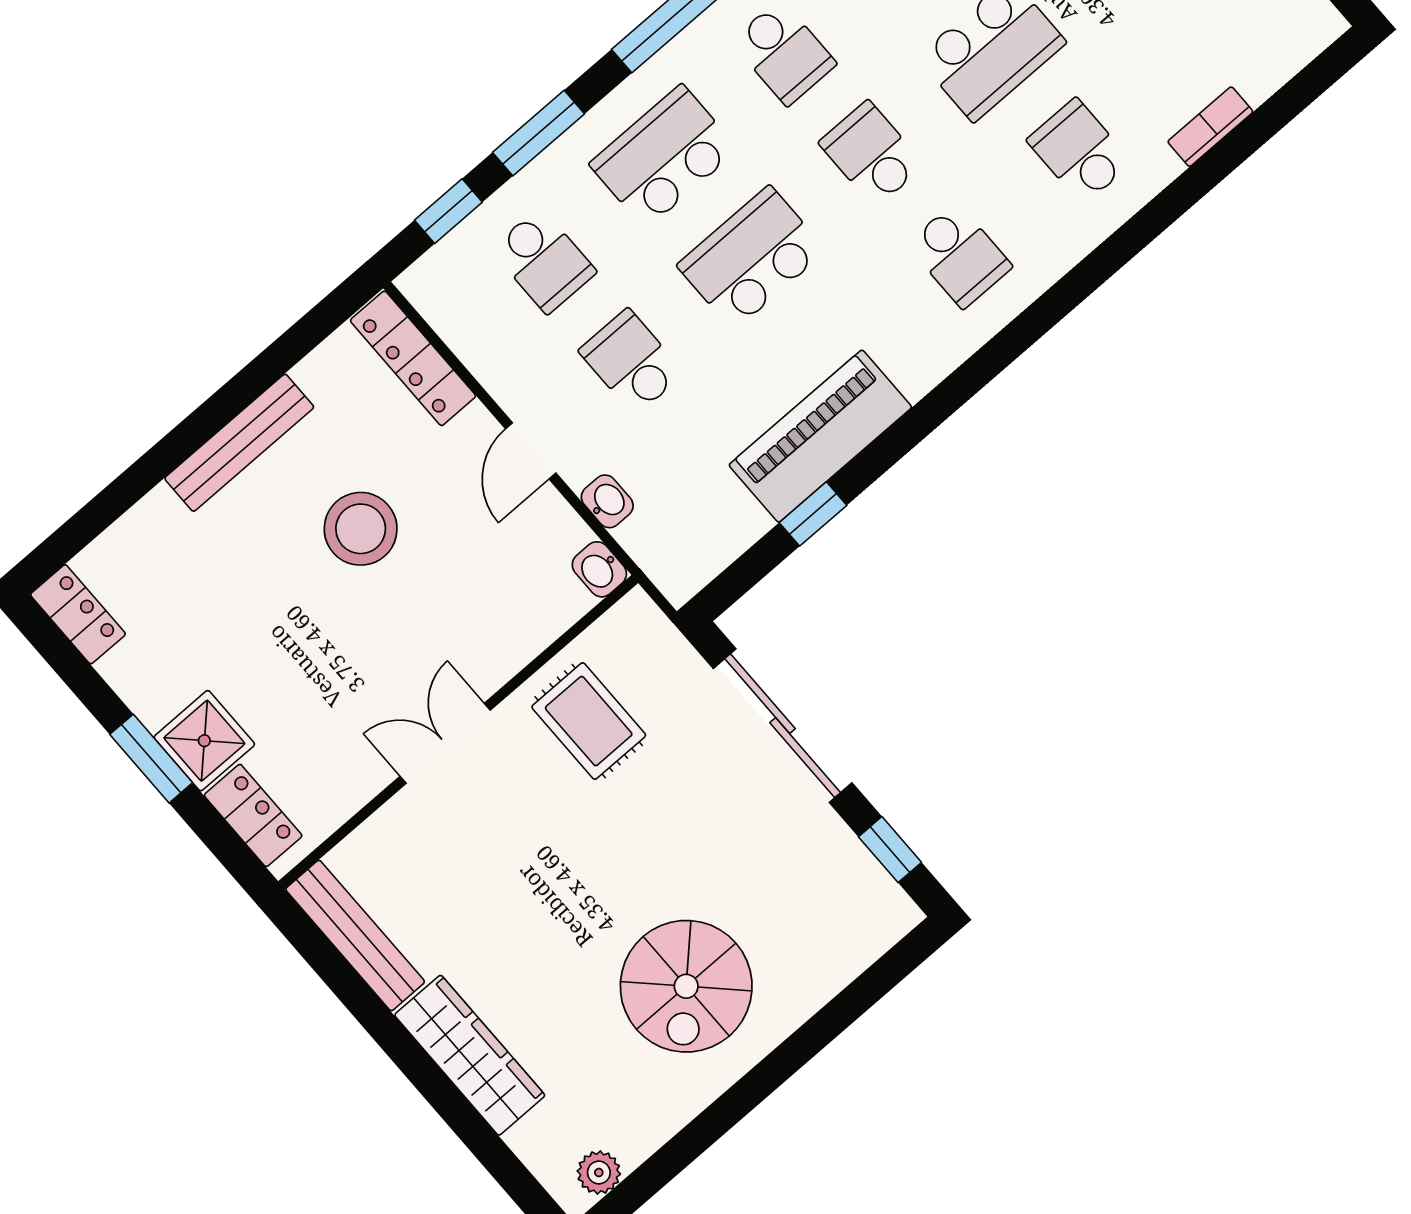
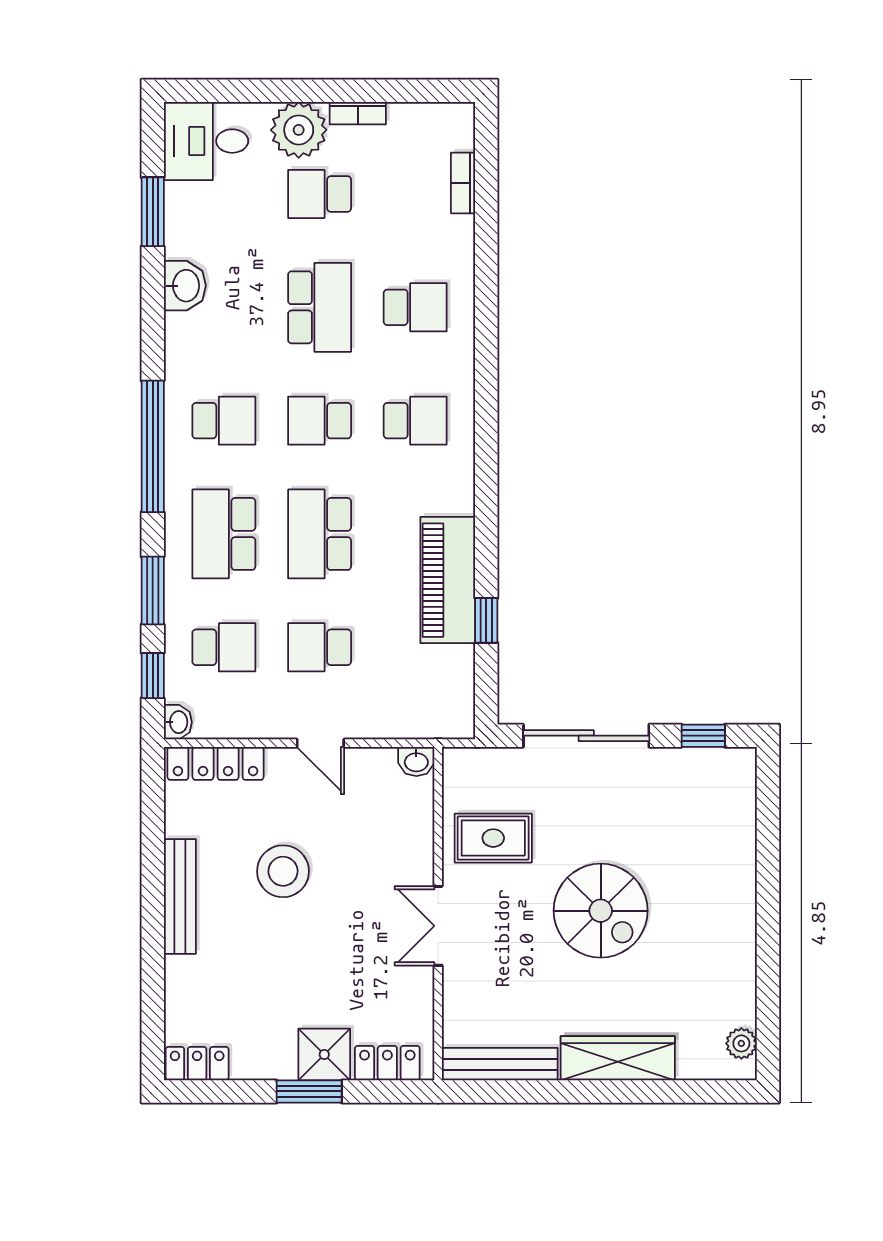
bookcase: (1210, 127) -> (463, 183), moved
school desk: (1079, 151) -> (415, 307), turned 180
washbasin: (607, 501) -> (178, 722), moved, turned 90
spiral stairs: (686, 986) -> (601, 911), moved

